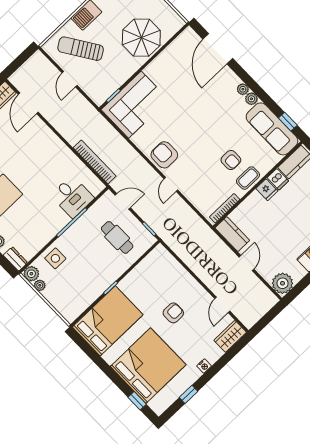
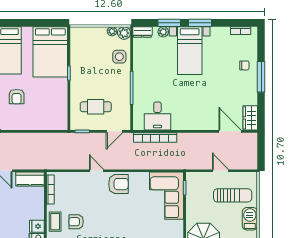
sun lounger: (81, 49) -> (233, 195), turned 33
desk: (72, 197) -> (157, 116), moved, turned -90

